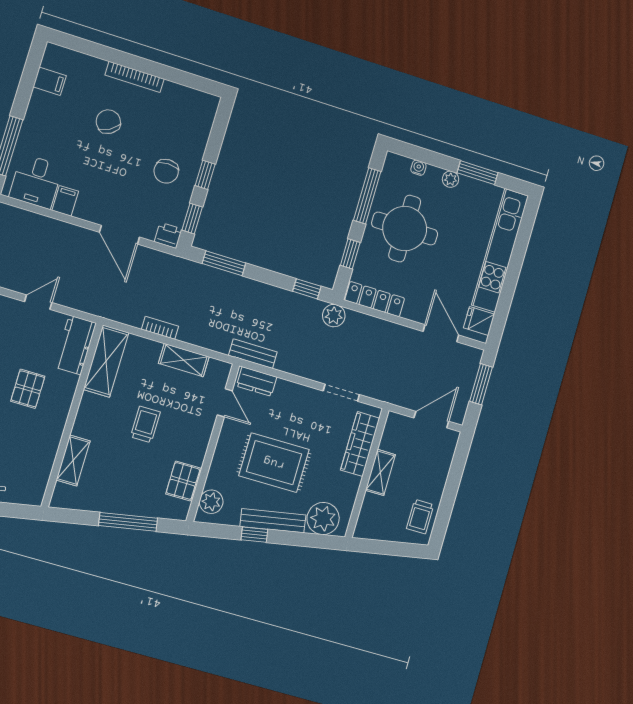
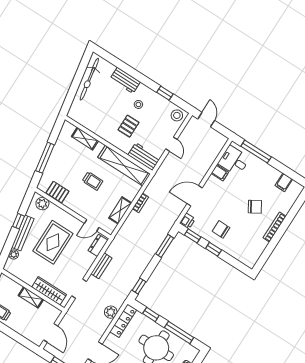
plant: (334, 316) -> (111, 312), moved
bench: (253, 354) -> (101, 266), moved
shelving: (106, 361) -> (124, 166), width x1.47
pallet: (28, 389) -> (128, 126), turned 90
plant: (323, 519) -> (14, 254), width x0.53, depth x0.53

